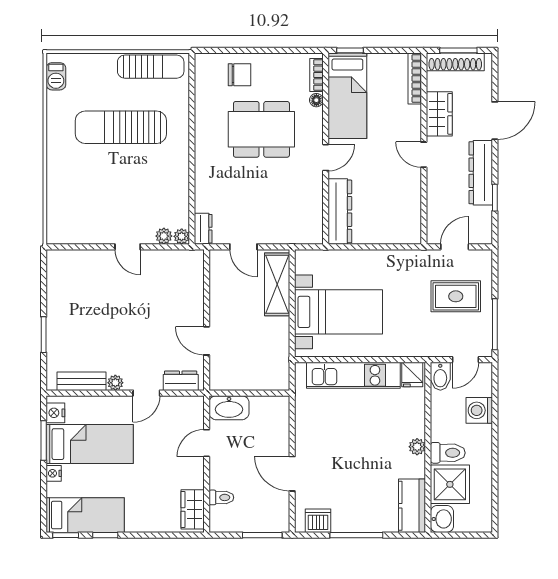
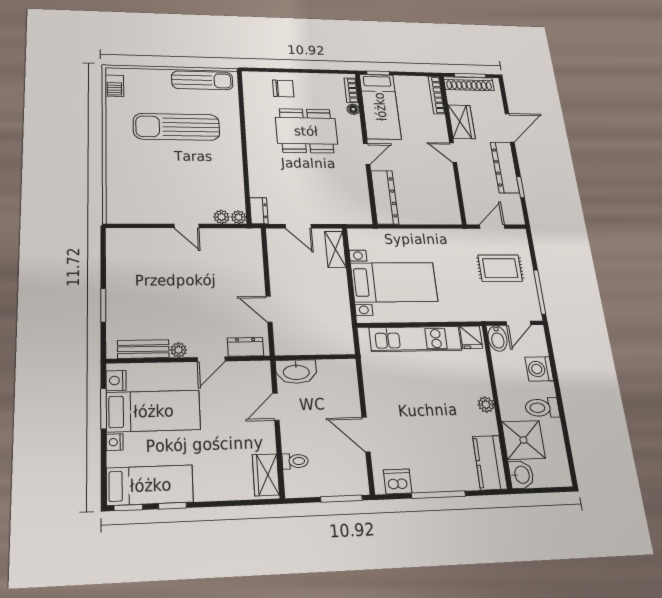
shelving: (277, 284) -> (335, 249), width x0.67, depth x0.75
toilet: (448, 453) -> (542, 408), moved, turned 180

